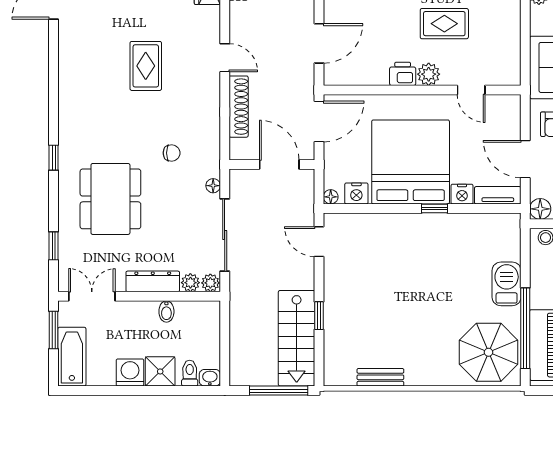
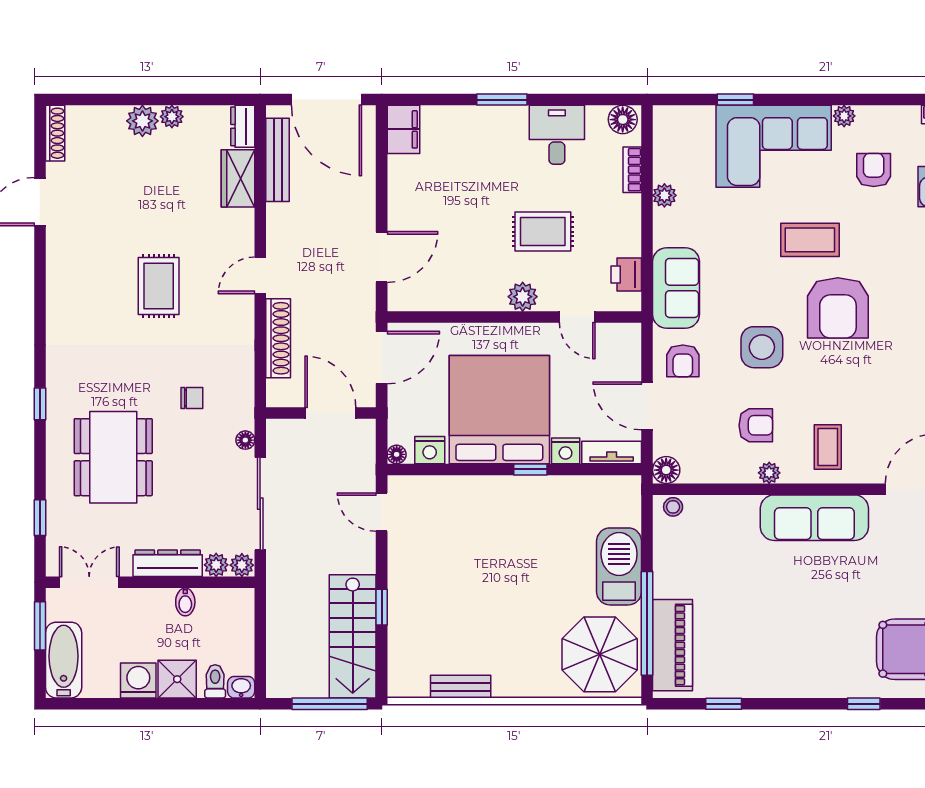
door: (225, 58) -> (260, 275), swing flipped
printer: (403, 74) -> (626, 274), moved, turned -90
barbecue: (507, 284) -> (619, 566), width x1.37, depth x1.21

